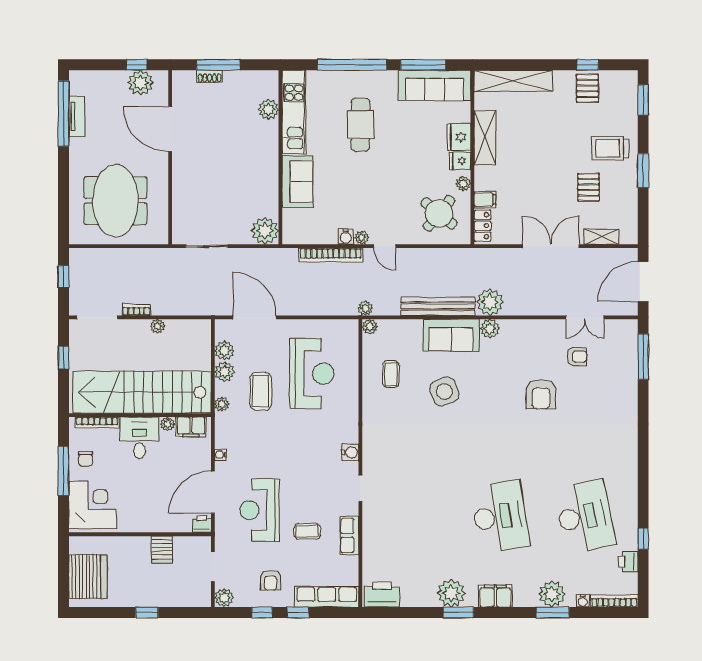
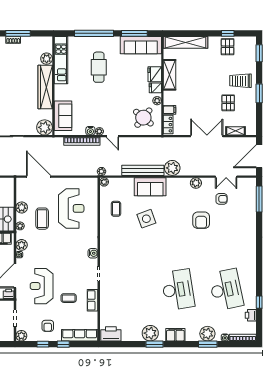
wardrobe: (266, 159) -> (45, 87), added
sofa: (297, 181) -> (63, 116), moved
plant: (490, 329) -> (196, 183), moved
plant: (224, 351) -> (22, 245), moved

